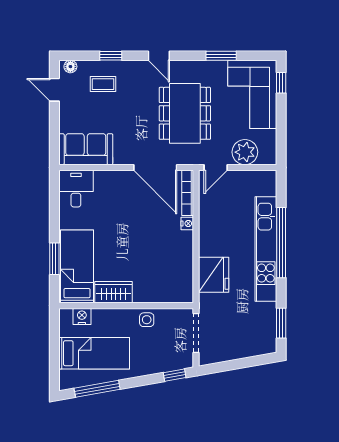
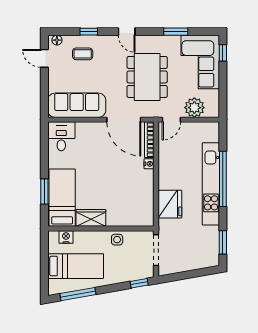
sofa: (86, 149) -> (77, 105), width x1.36

